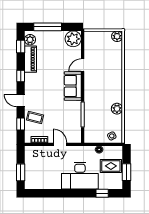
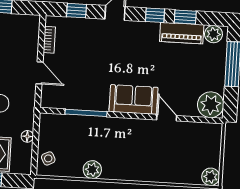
window: (21, 47) -> (185, 17), moved
coffee table: (35, 117) -> (86, 35), removed
door: (60, 144) -> (40, 73), hinge flipped

